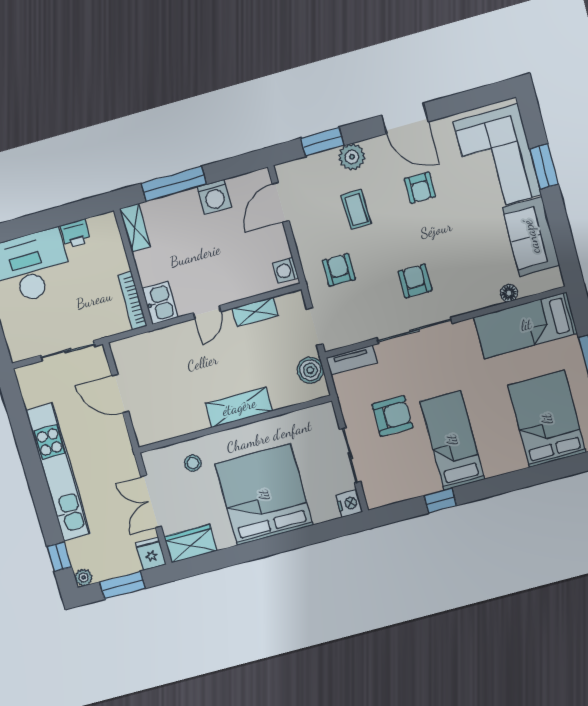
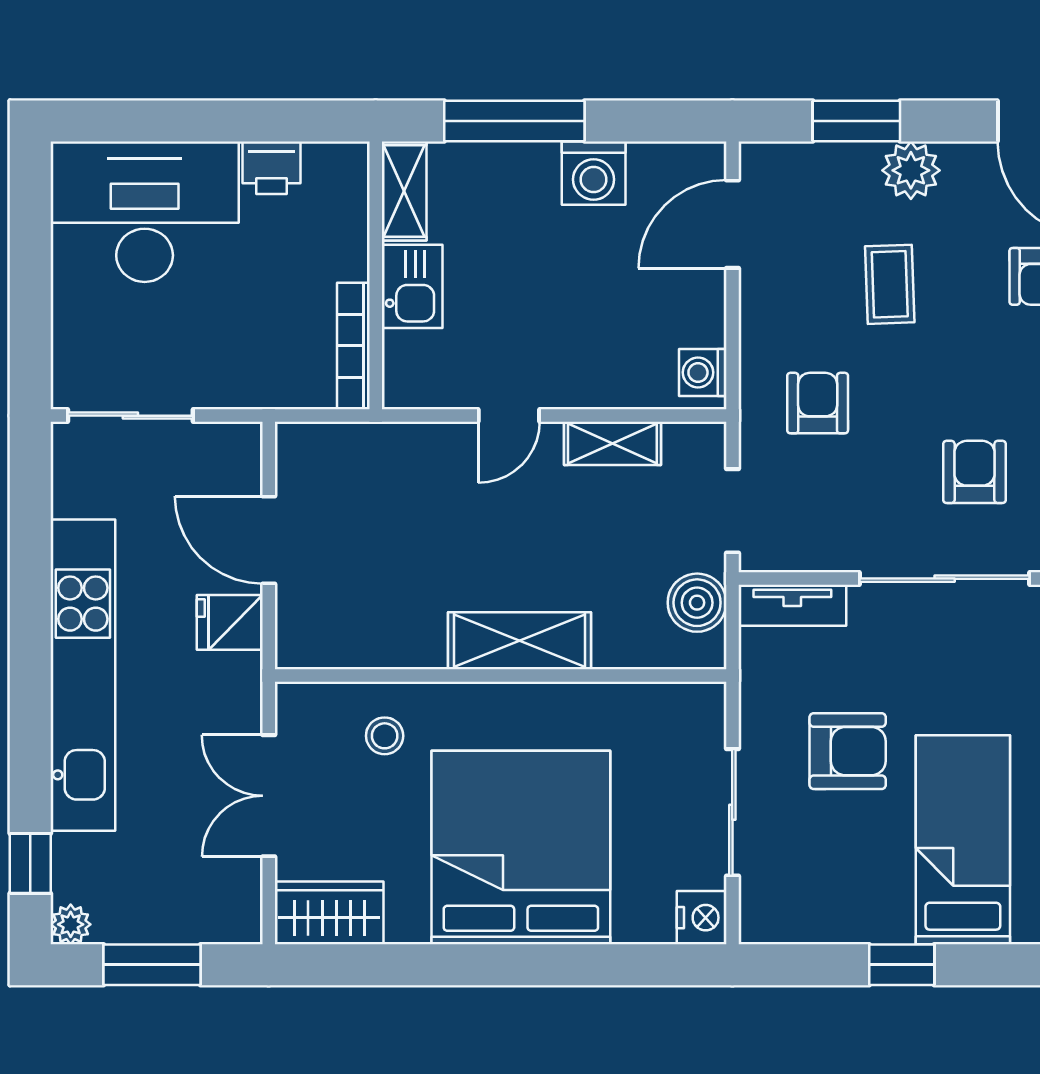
kitchen sink: (160, 303) -> (412, 286), moved
sliding door: (68, 351) -> (130, 416), moved
fridge: (151, 554) -> (230, 622), moved, turned -90

